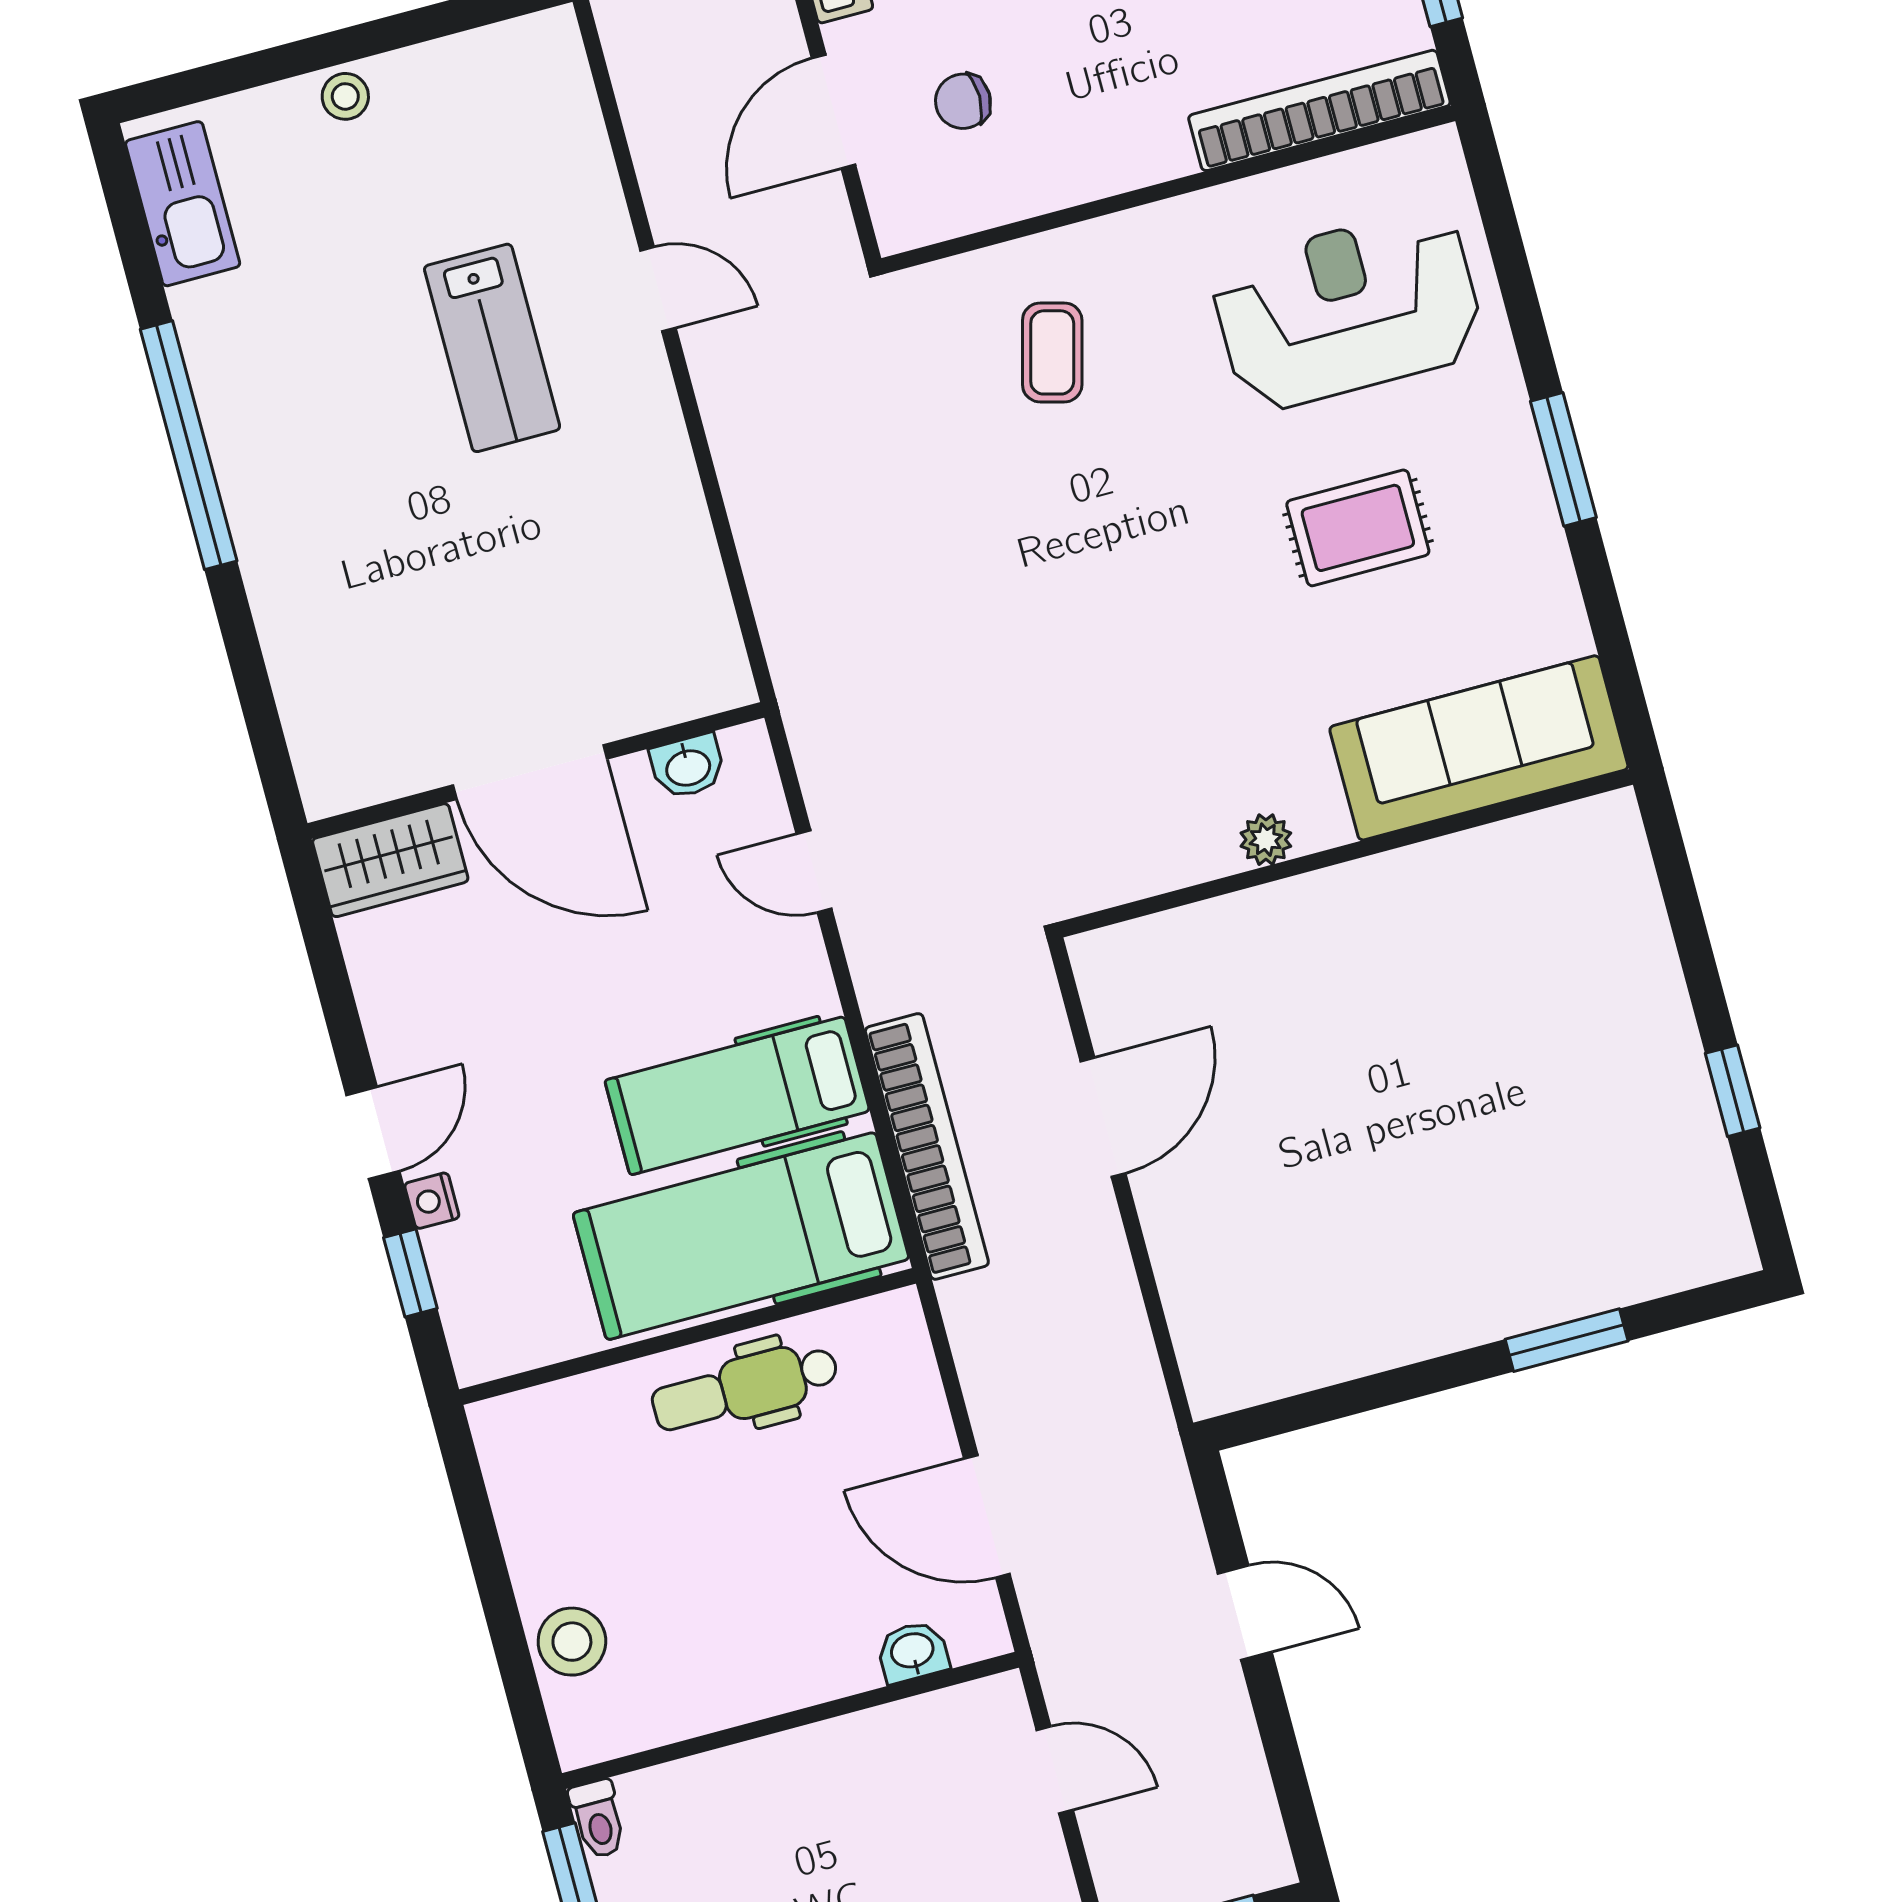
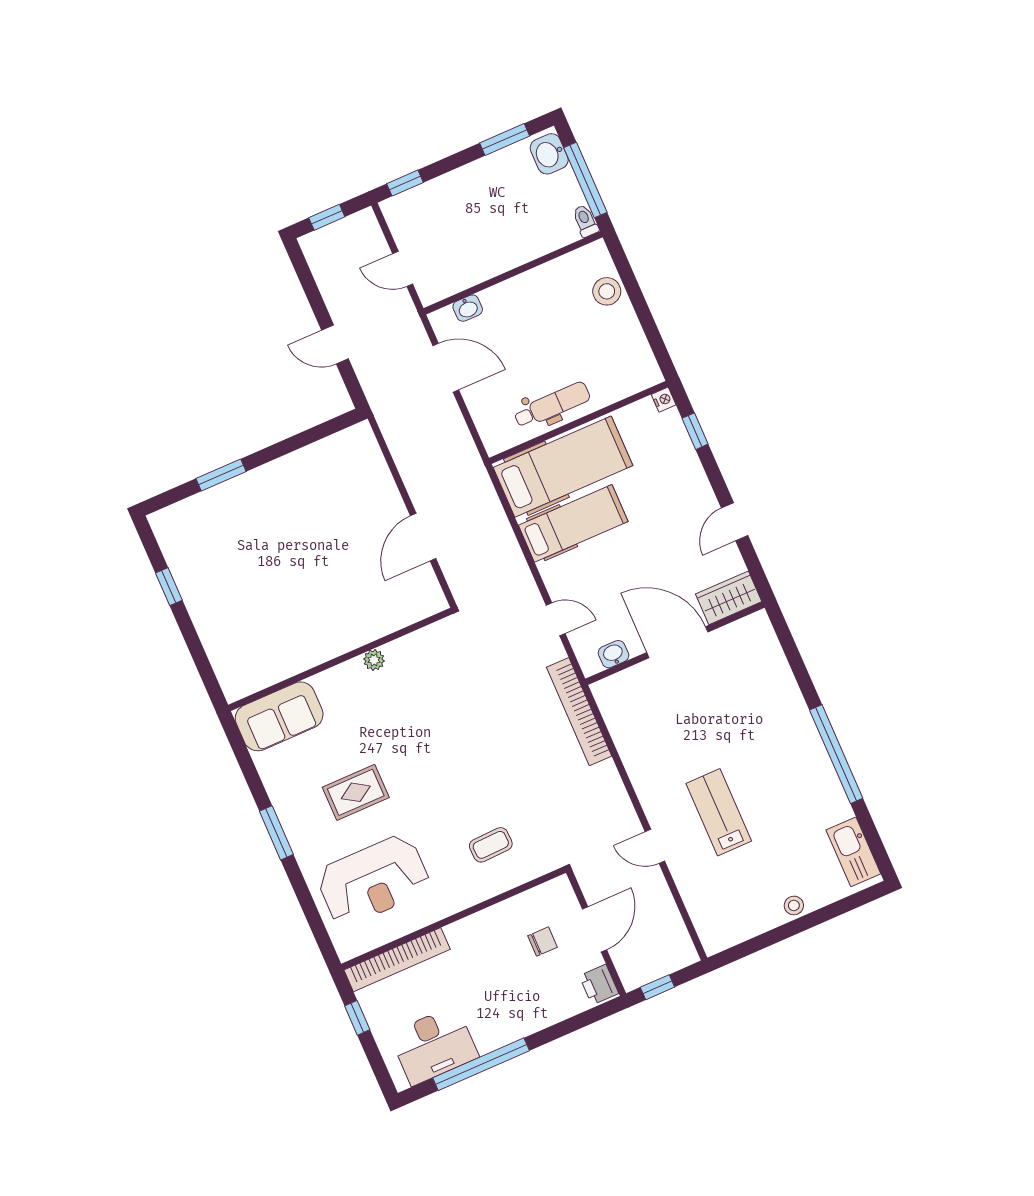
coffee table: (1052, 352) -> (491, 845), turned 73
sofa: (1479, 748) -> (279, 716), width x0.73
door: (373, 1133) -> (735, 522), moved
bookcase: (927, 1146) -> (579, 712), moved
nightstand: (432, 1201) -> (664, 400), moved

